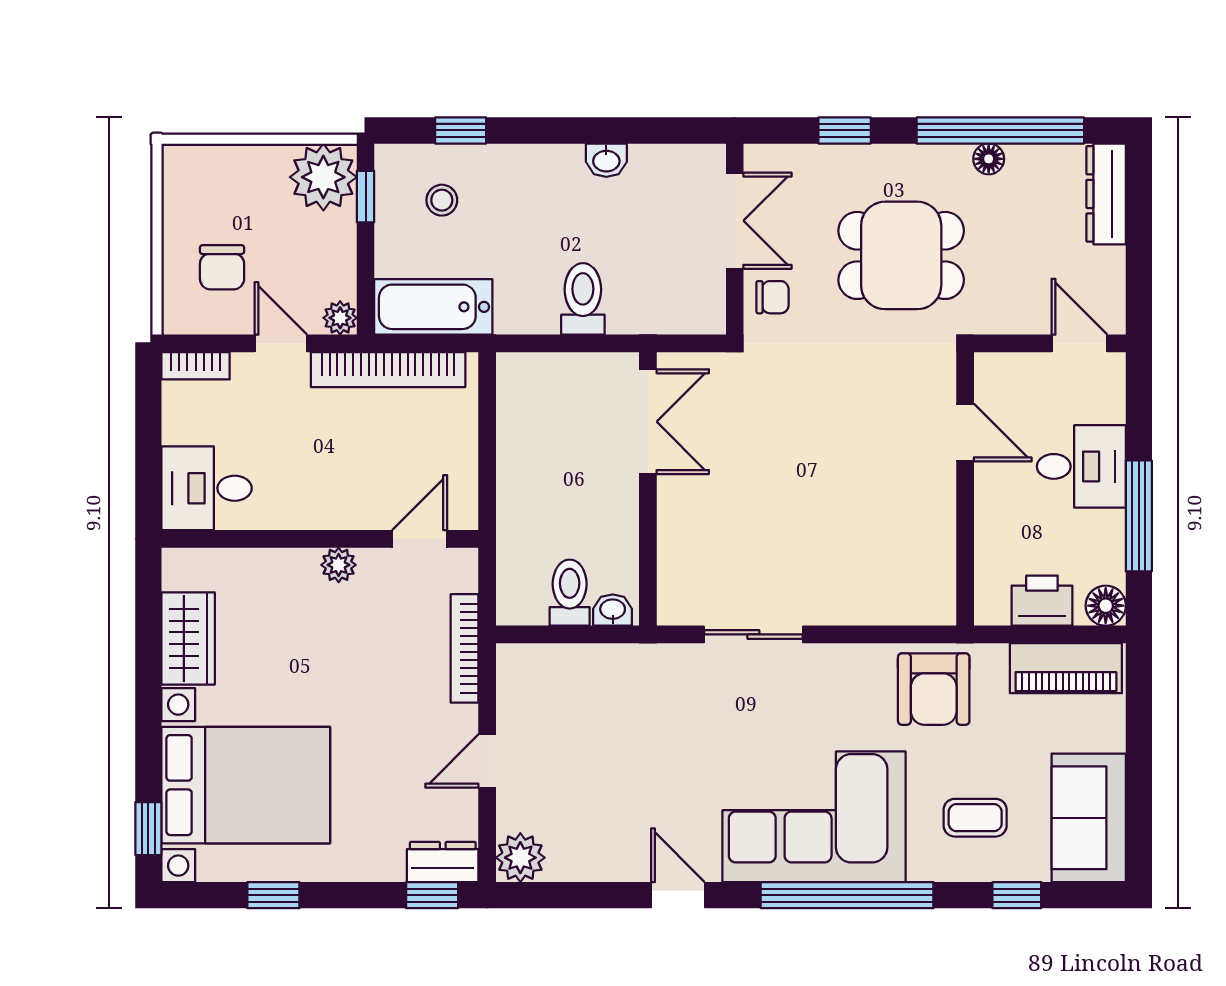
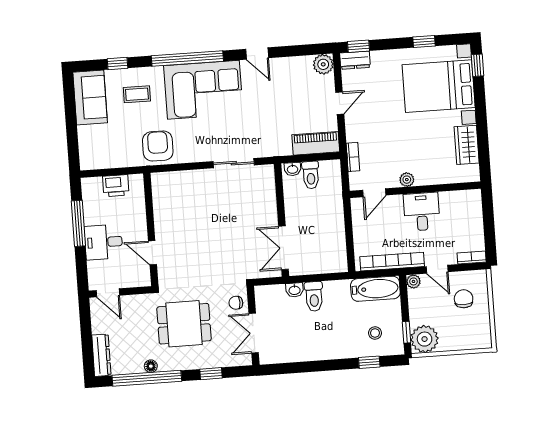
washbasin: (606, 160) -> (295, 290), moved, turned 180
desk: (207, 488) -> (422, 212), moved, turned -90
floor lamp: (1106, 606) -> (89, 185), removed
bookcase: (465, 648) -> (353, 157), width x0.64
piano: (1066, 668) -> (316, 143), moved

